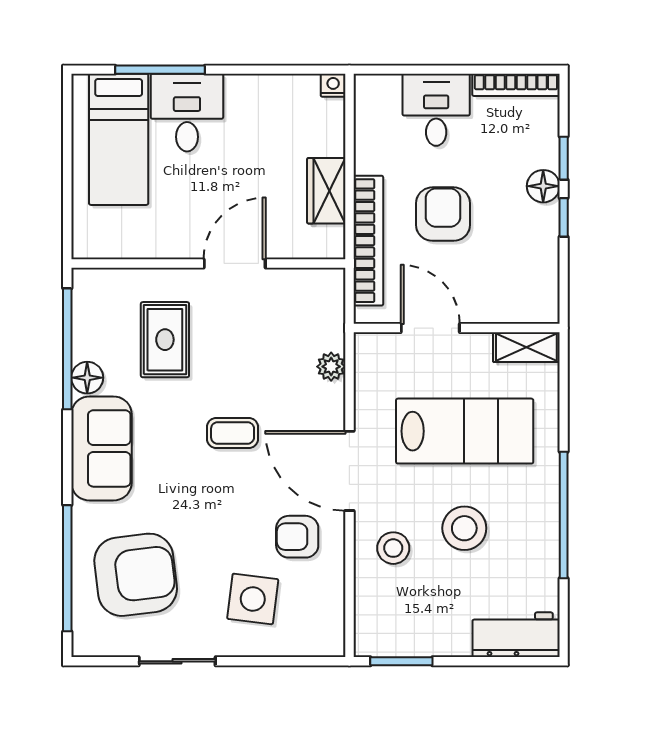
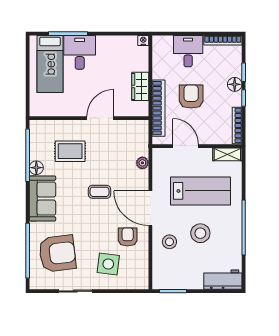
bookcase: (549, 281) -> (237, 126), added
rug: (165, 340) -> (70, 151), turned 90
armchair: (297, 537) -> (128, 237), turned 90

